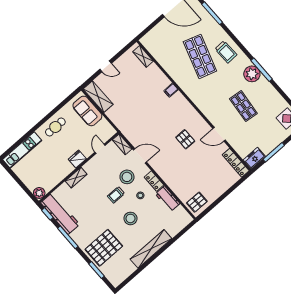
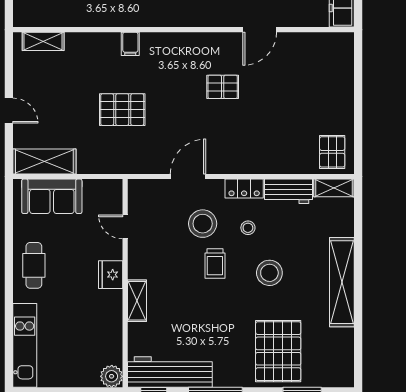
door: (106, 66) -> (9, 111), hinge flipped
pallet: (143, 109) -> (122, 110), added
shelving: (122, 144) -> (334, 188), moved
locker: (236, 163) -> (324, 42), removed

